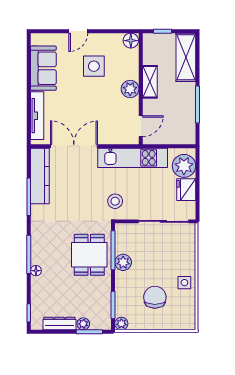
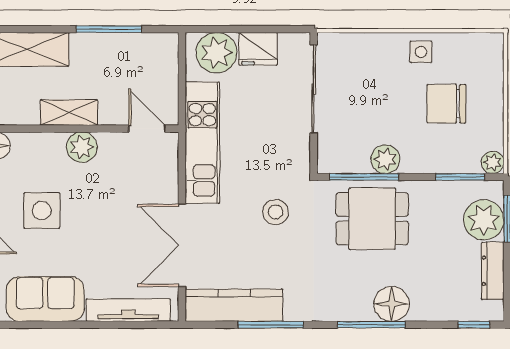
stool: (115, 201) -> (275, 212), moved
floor lamp: (36, 271) -> (392, 304), width x1.89, depth x1.89
plant: (83, 324) -> (484, 220), width x1.88, depth x1.88

